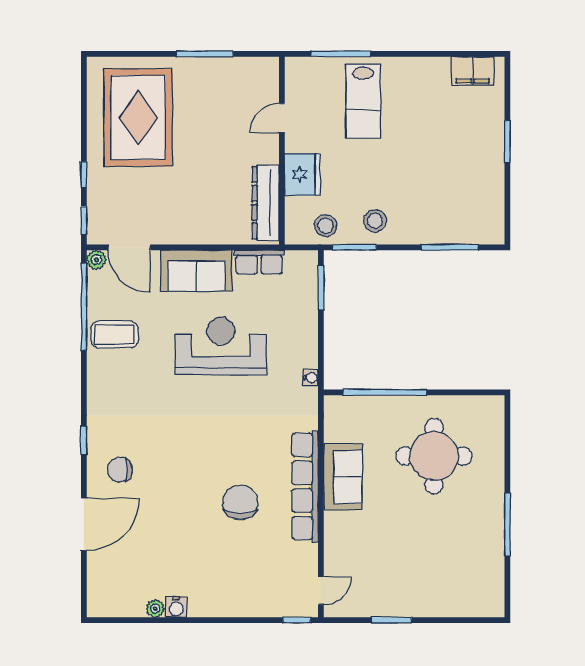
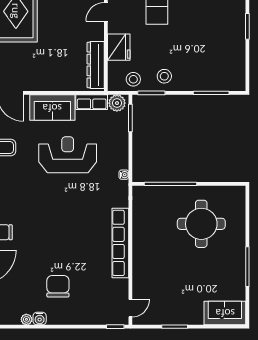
plant: (300, 264) -> (117, 103), added
sofa: (343, 477) -> (225, 313), moved, turned -90
chair: (240, 502) -> (58, 286), moved

